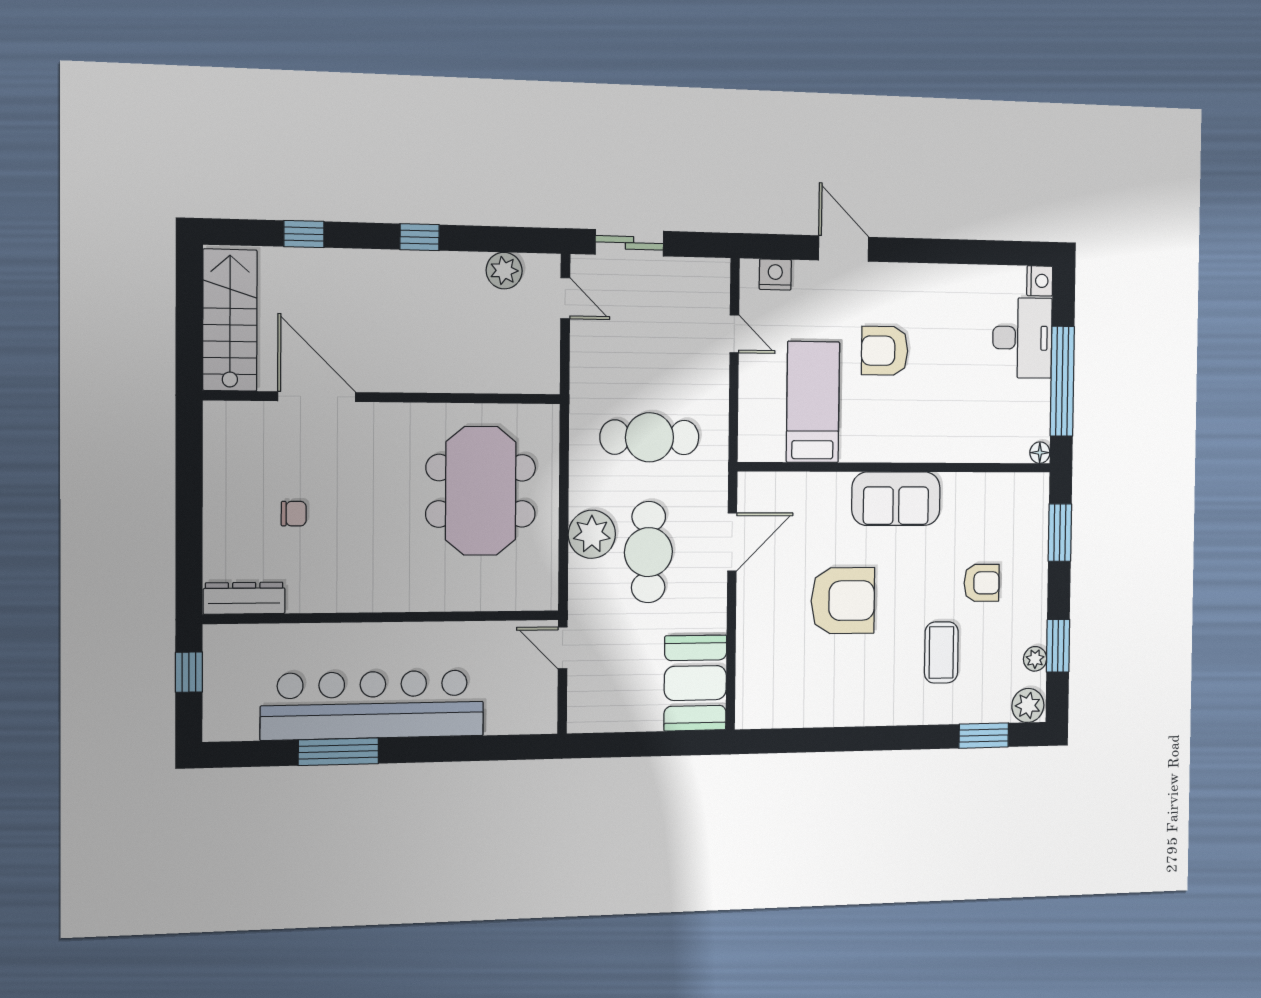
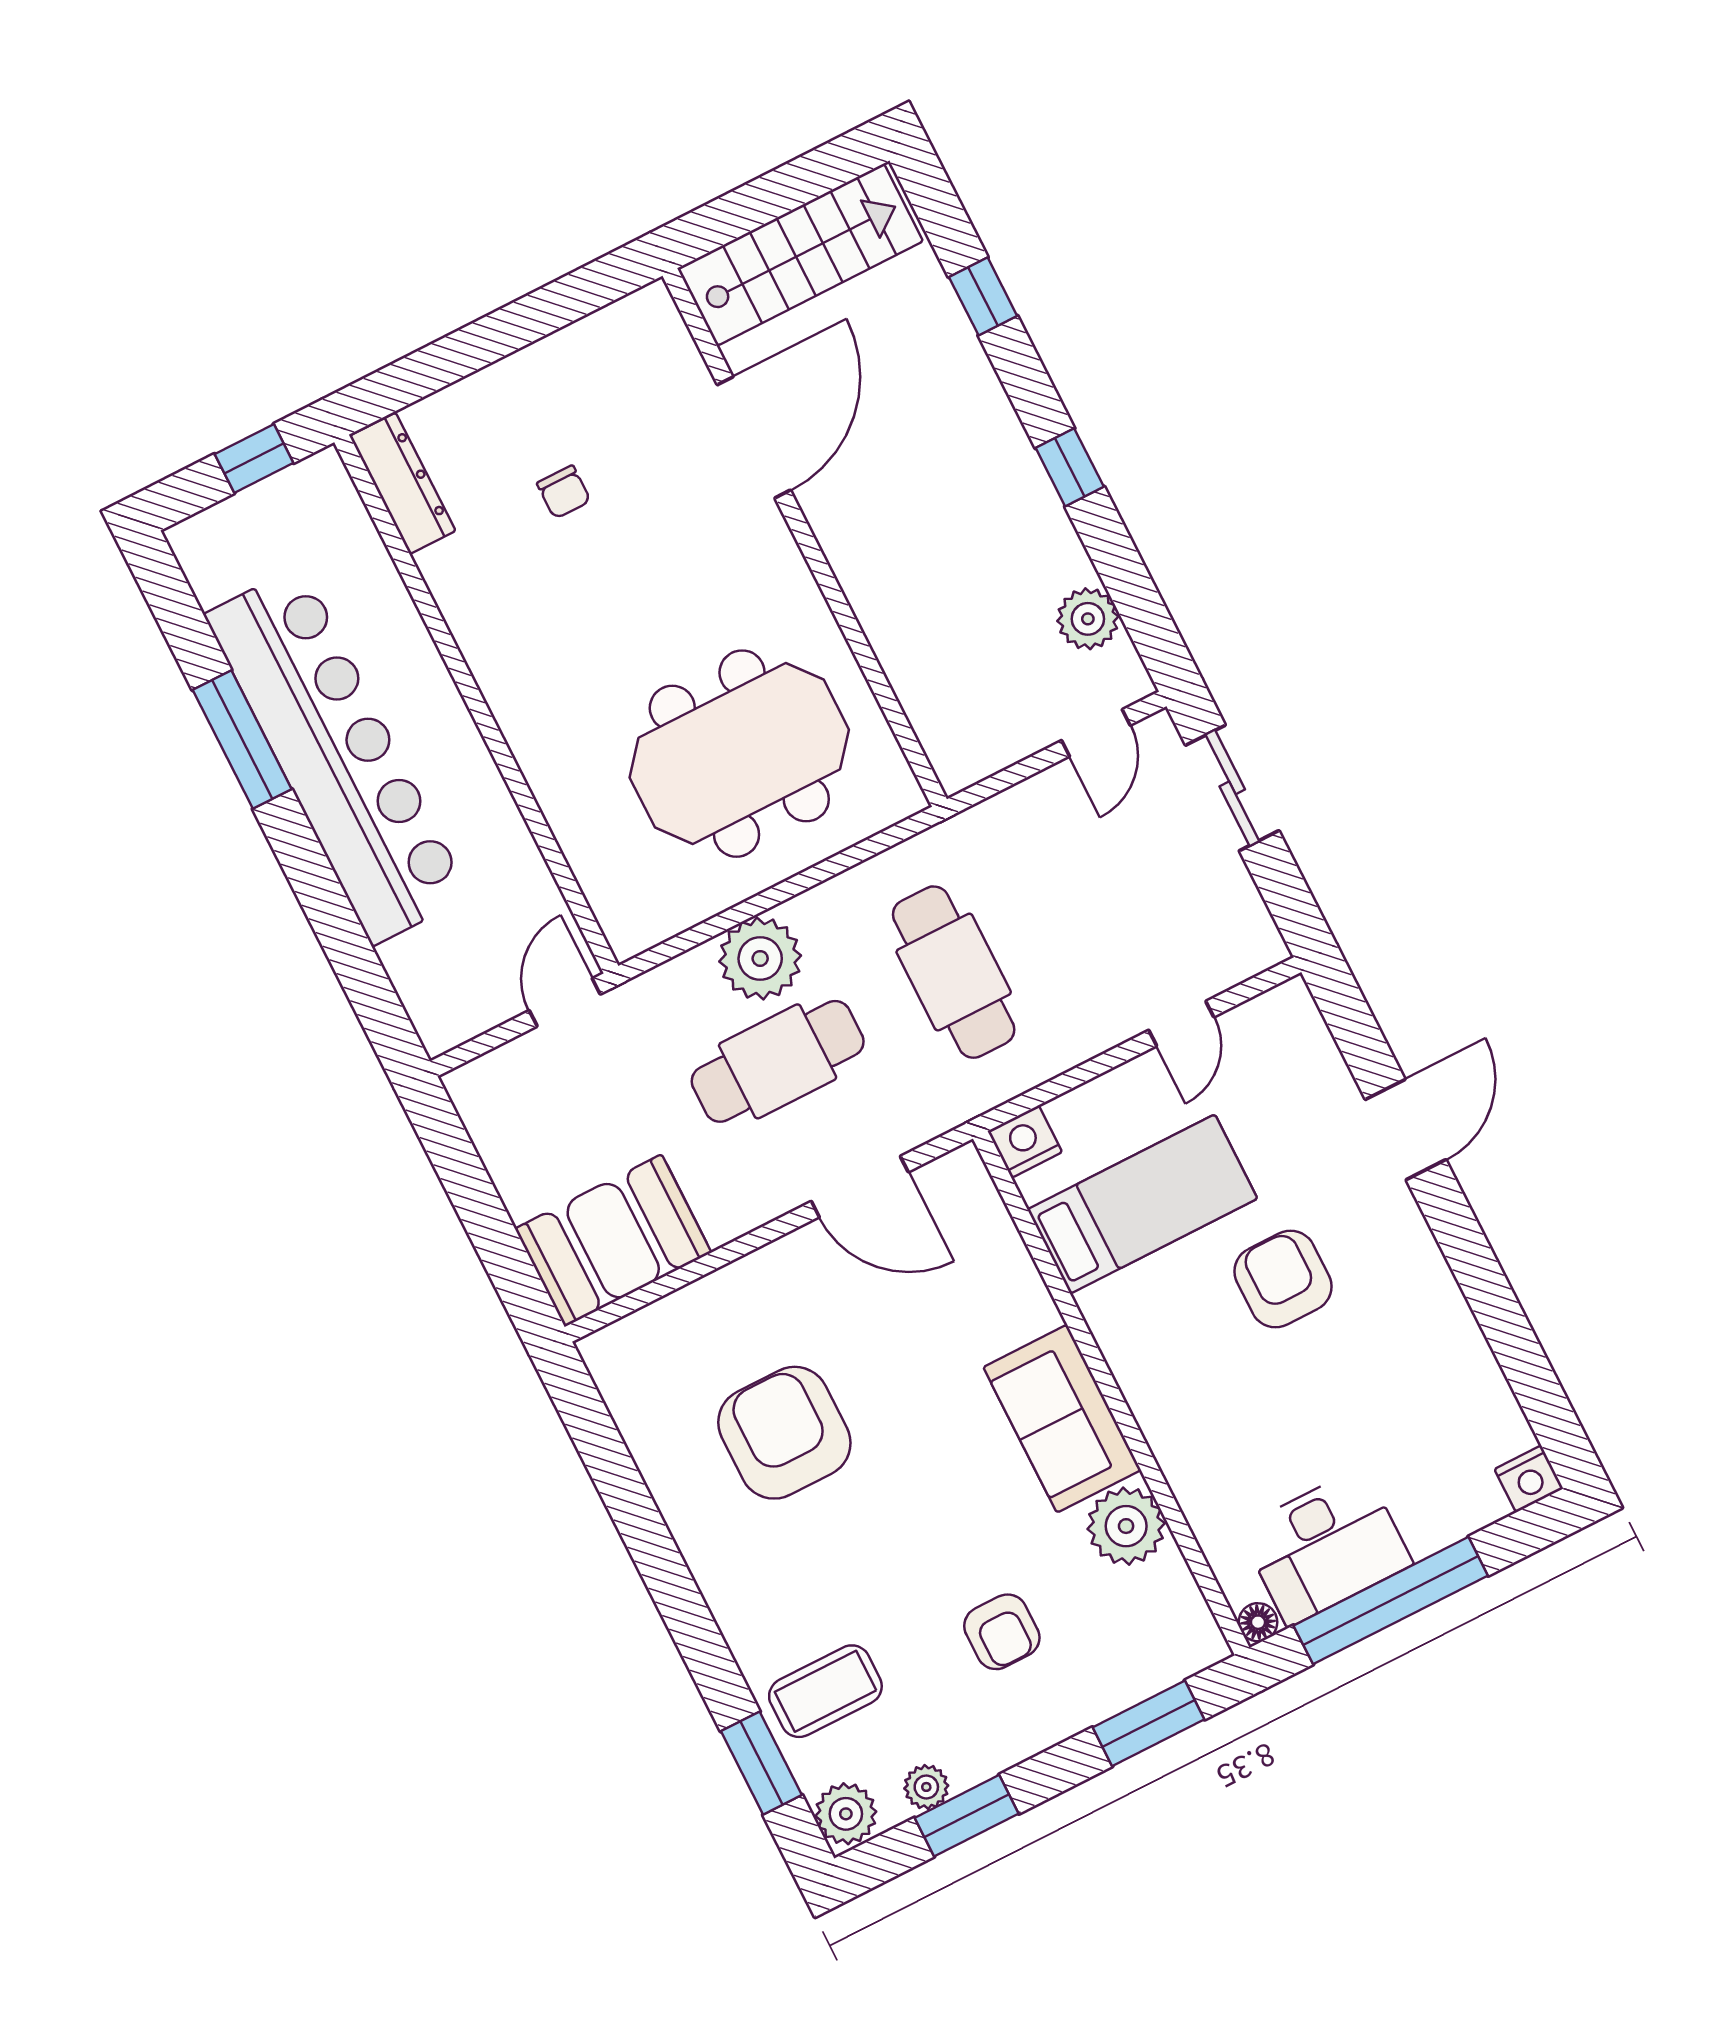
nightstand: (775, 274) -> (1025, 1142), moved, turned -90
desk: (1022, 338) -> (1326, 1546), moved
plant: (963, 494) -> (1126, 1526), added
armchair: (843, 601) -> (784, 1433), moved, turned 180
coffee table: (941, 652) -> (825, 1691), moved

